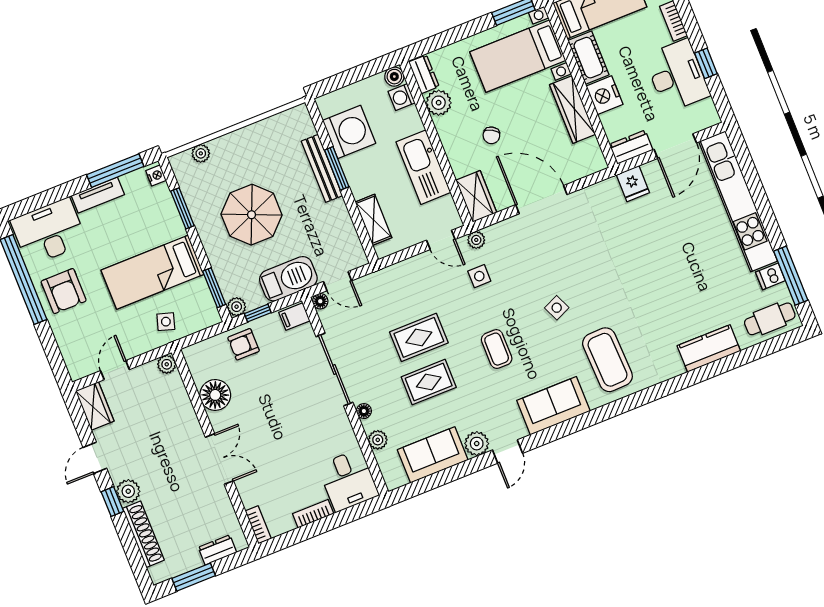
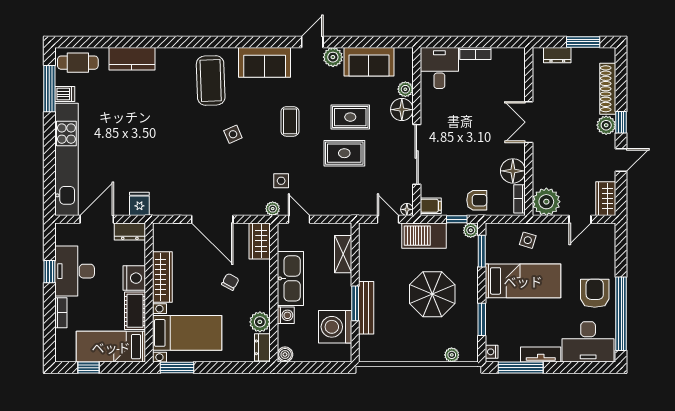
washing machine: (402, 97) -> (286, 315), moved
plant: (167, 364) -> (546, 202), width x1.88, depth x1.88
floor lamp: (364, 411) -> (402, 110), width x1.89, depth x1.89
bookcase: (258, 525) -> (519, 199), moved

